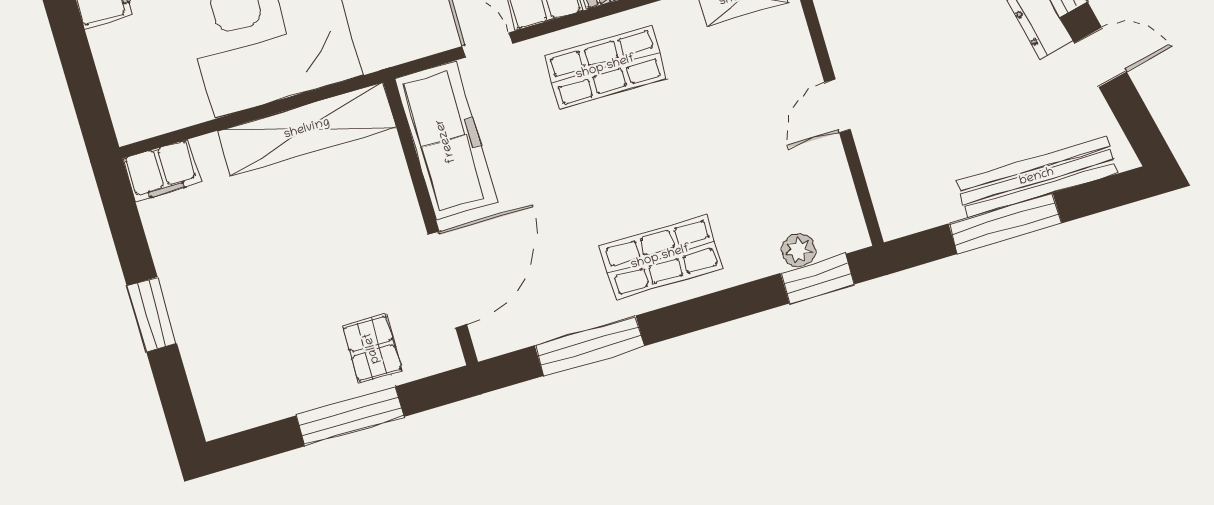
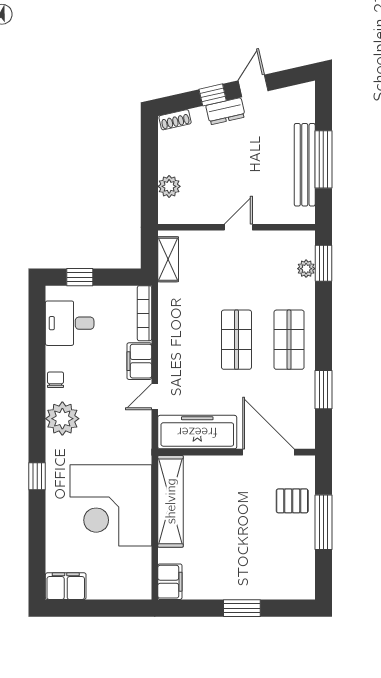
shop shelf: (606, 67) -> (236, 340), moved
door: (837, 106) -> (238, 227), swing flipped
bench: (1037, 177) -> (305, 165), moved
window: (590, 346) -> (323, 390), width x0.69

